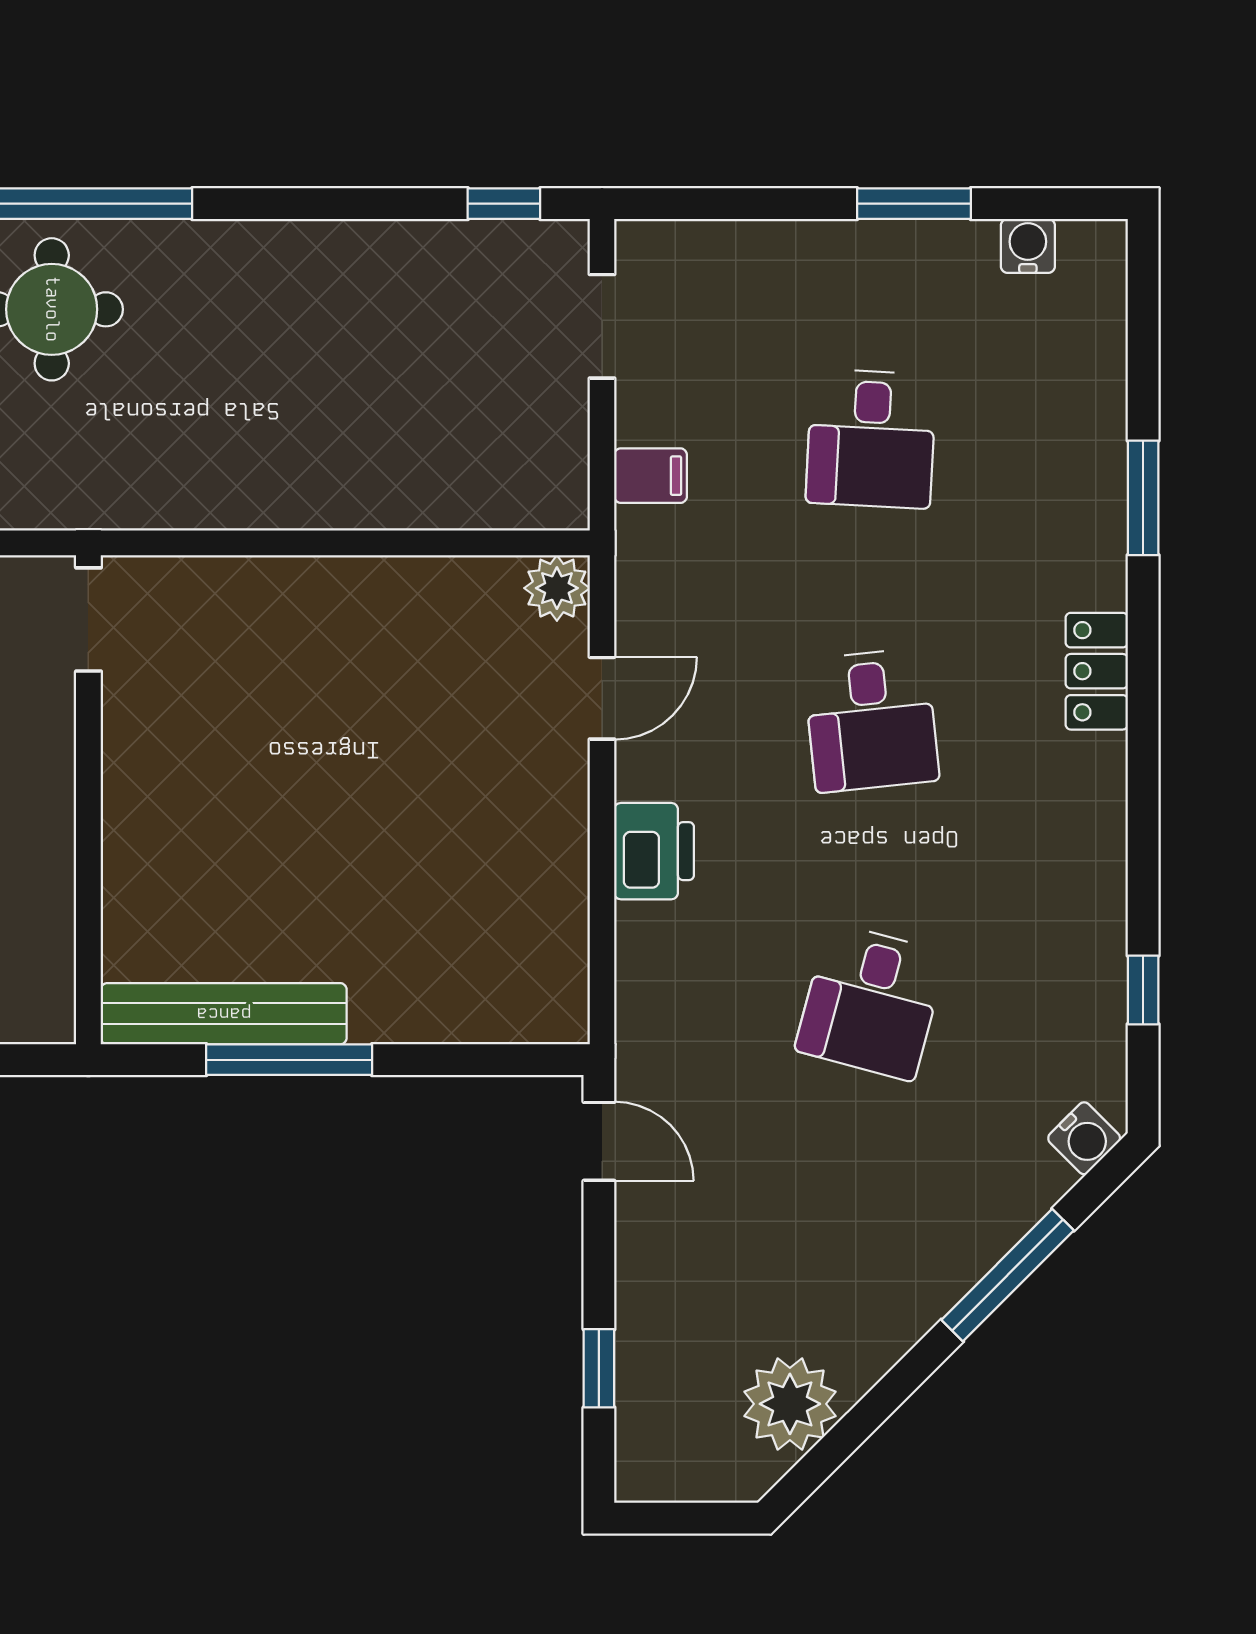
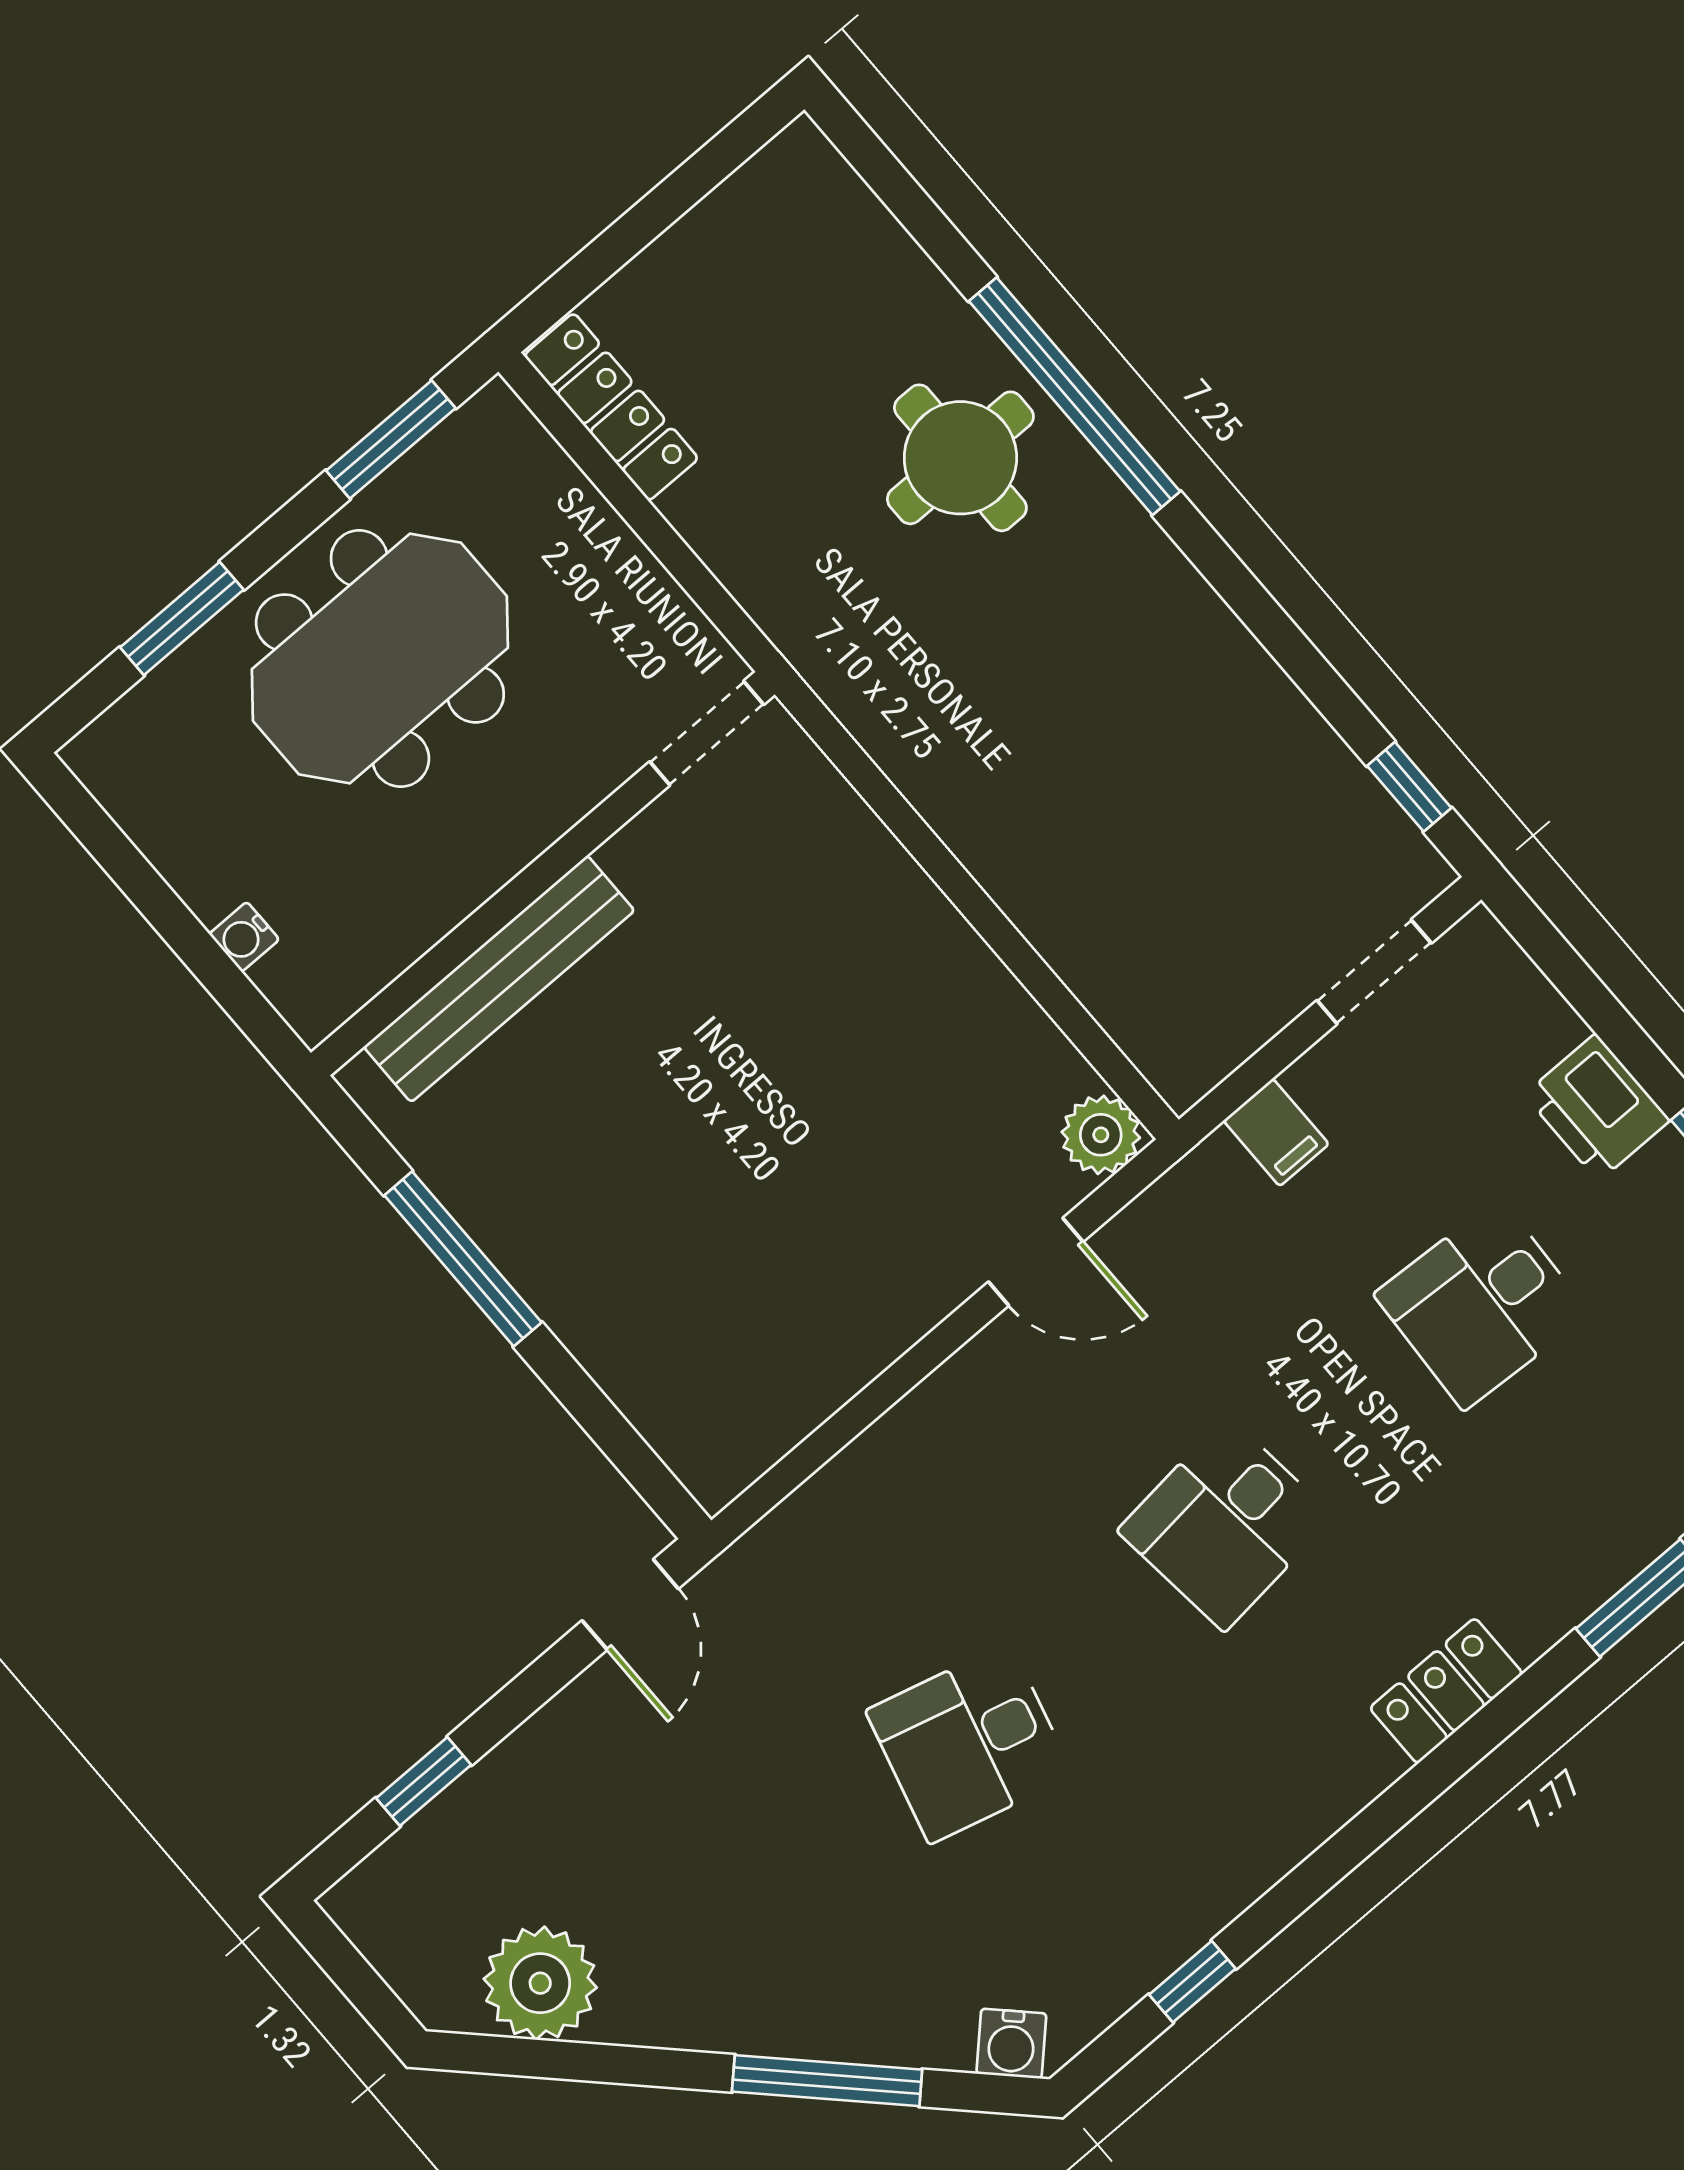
printer: (654, 851) -> (1597, 1107), moved, turned 90
bench: (224, 1014) -> (499, 979), moved, turned 90

